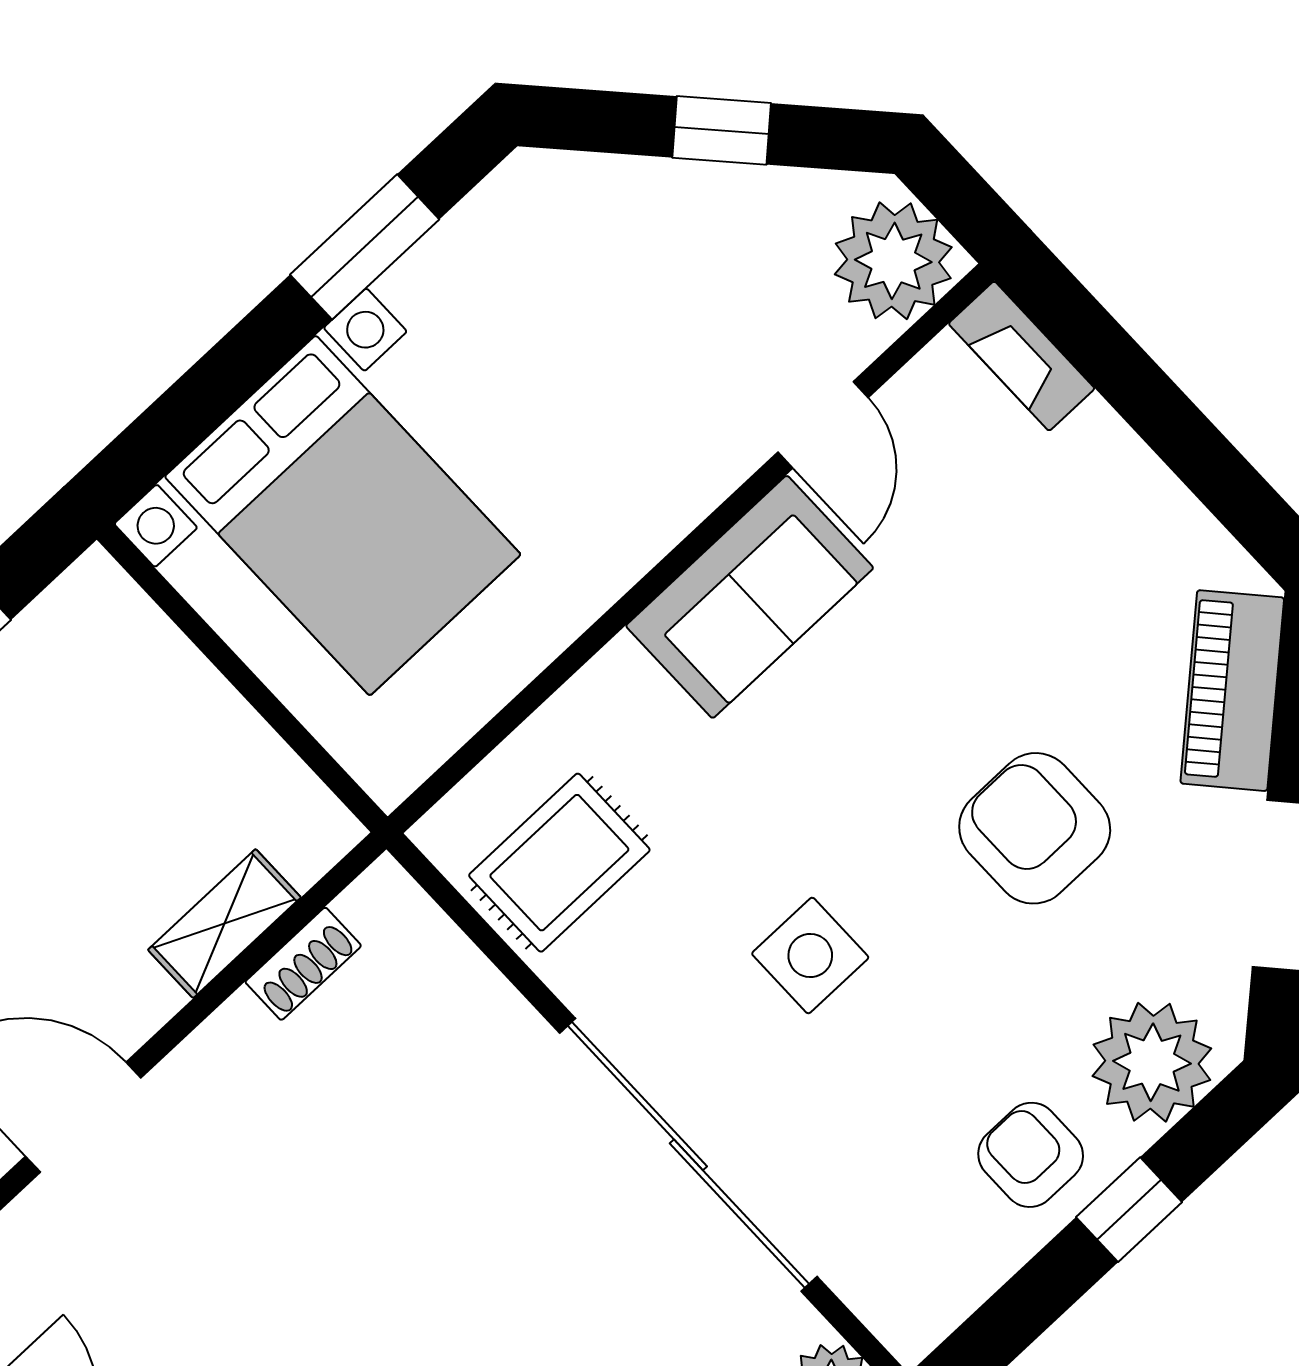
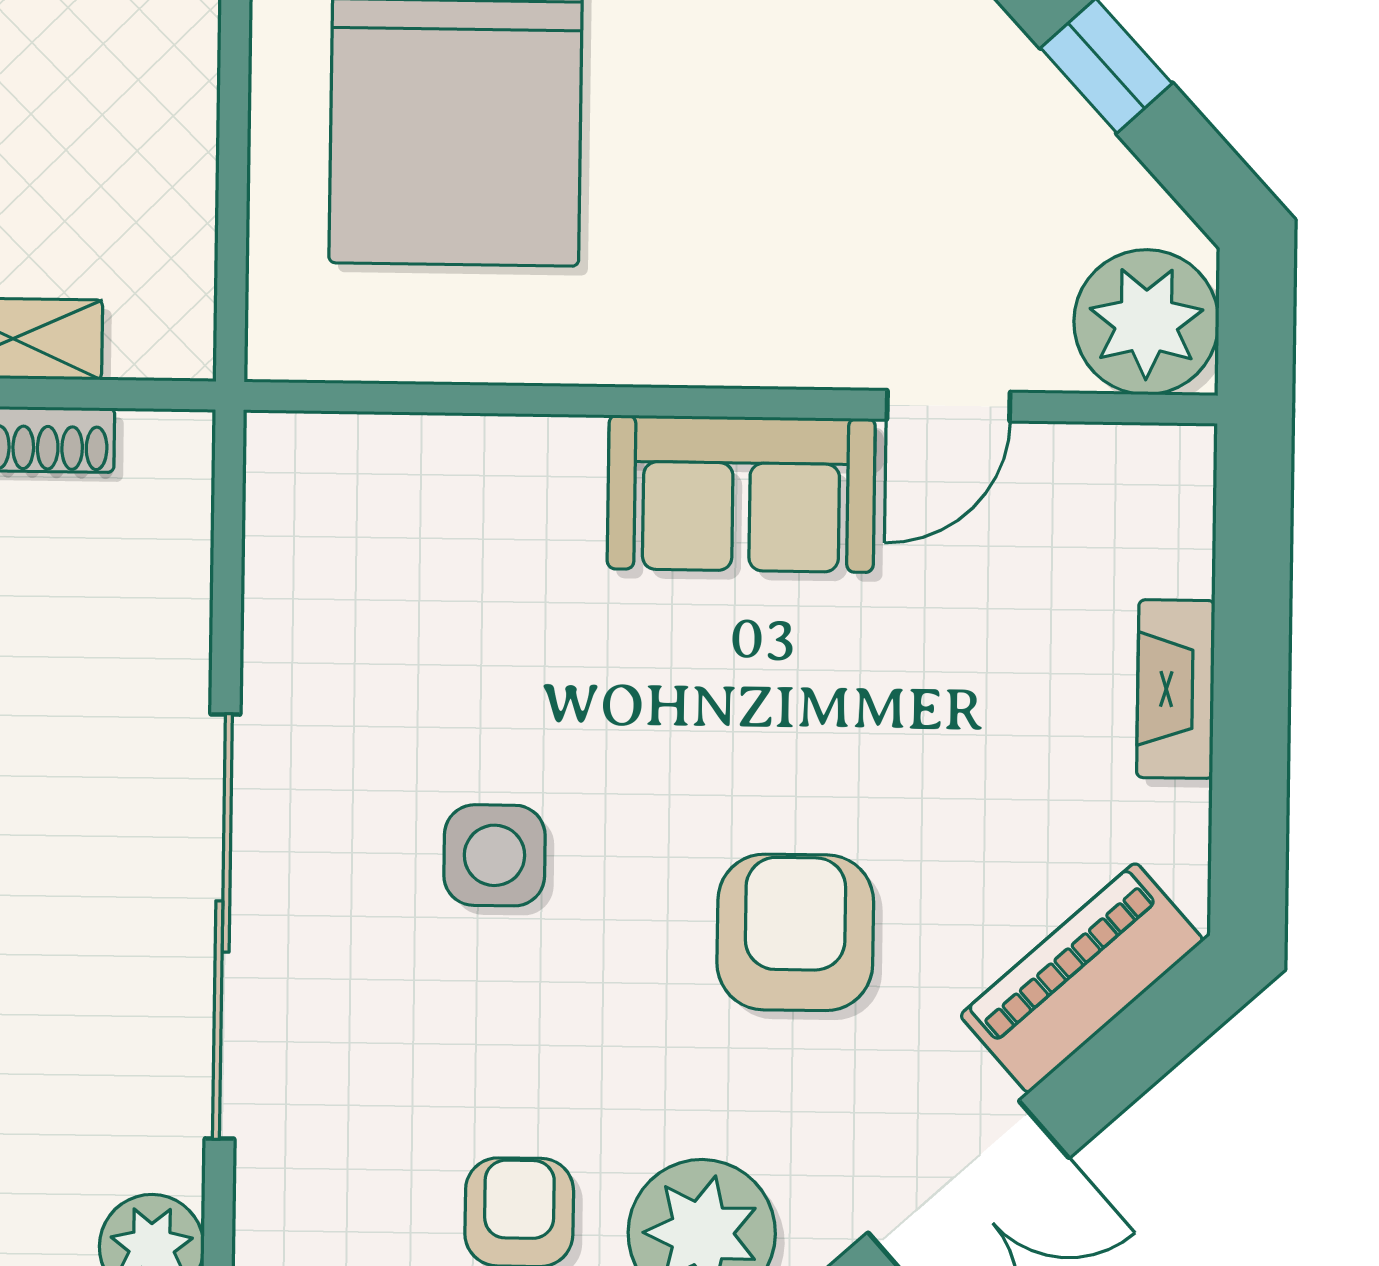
fireplace: (1022, 356) -> (1176, 689), moved
rug: (559, 863) -> (354, 565), removed

